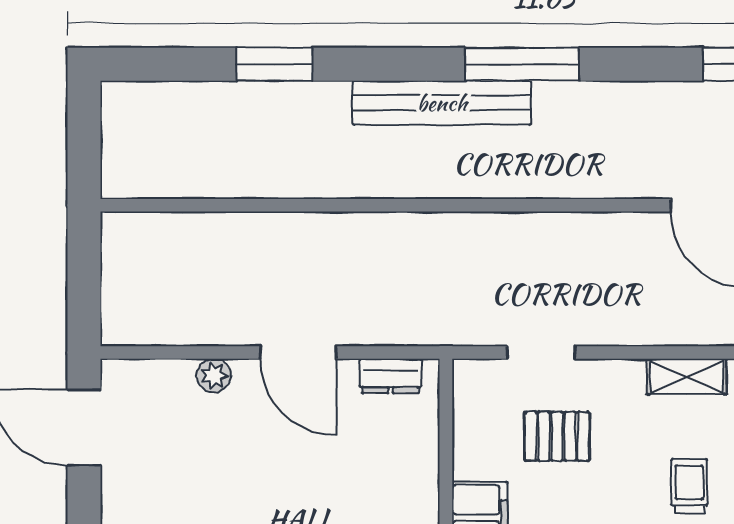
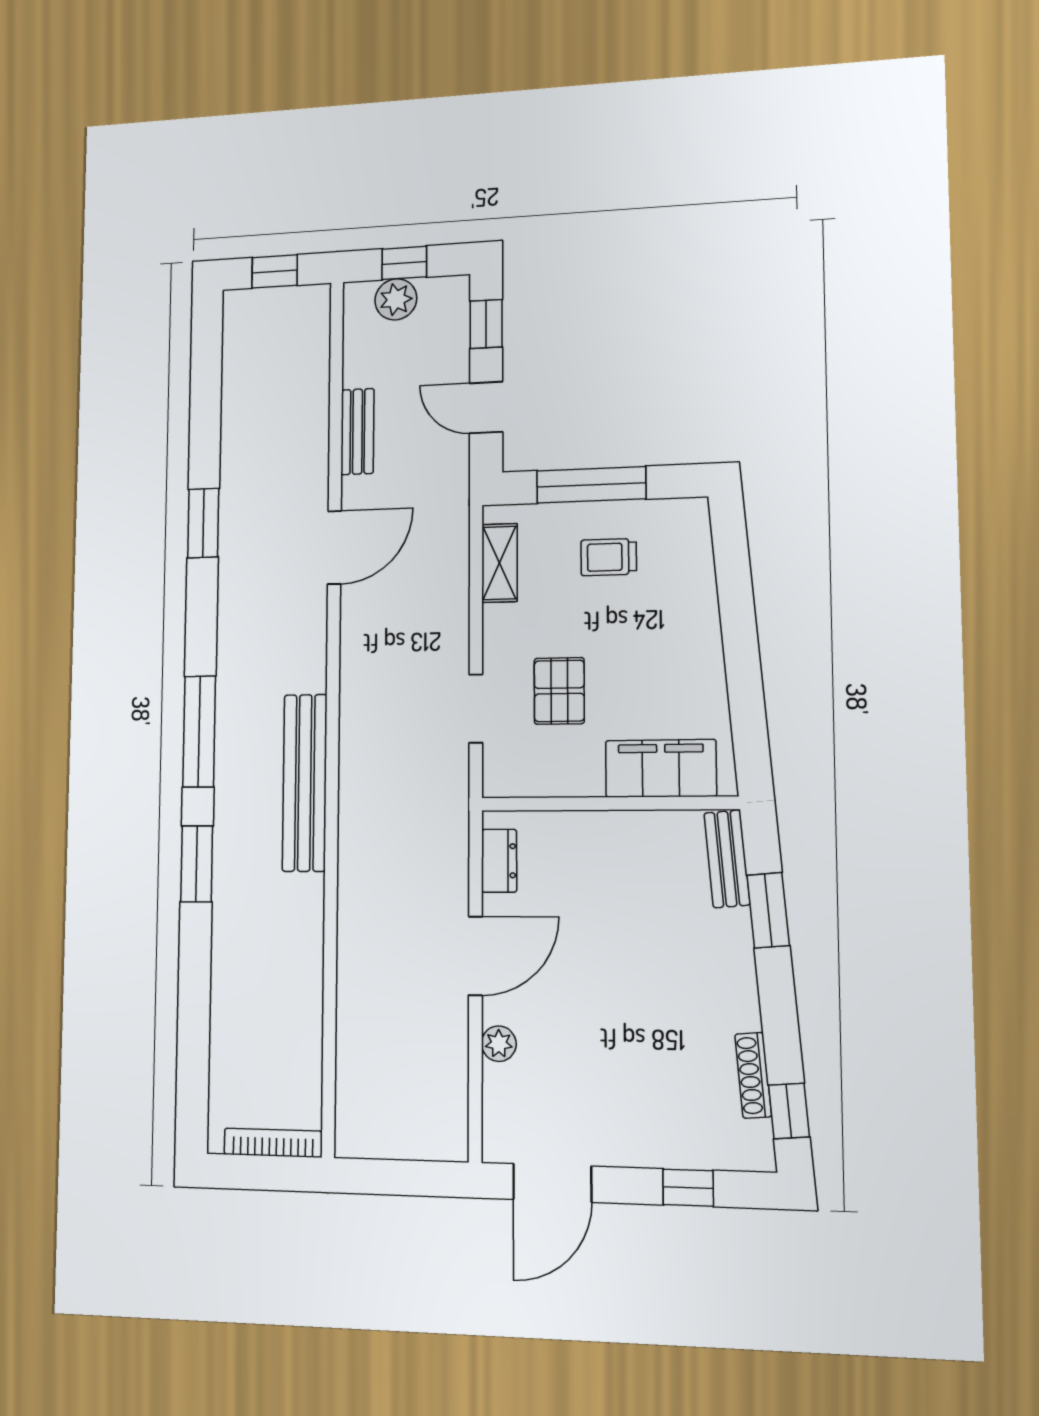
window: (274, 64) -> (197, 864), moved
bench: (442, 103) -> (305, 783), moved
bookcase: (113, 149) -> (273, 1143), added

